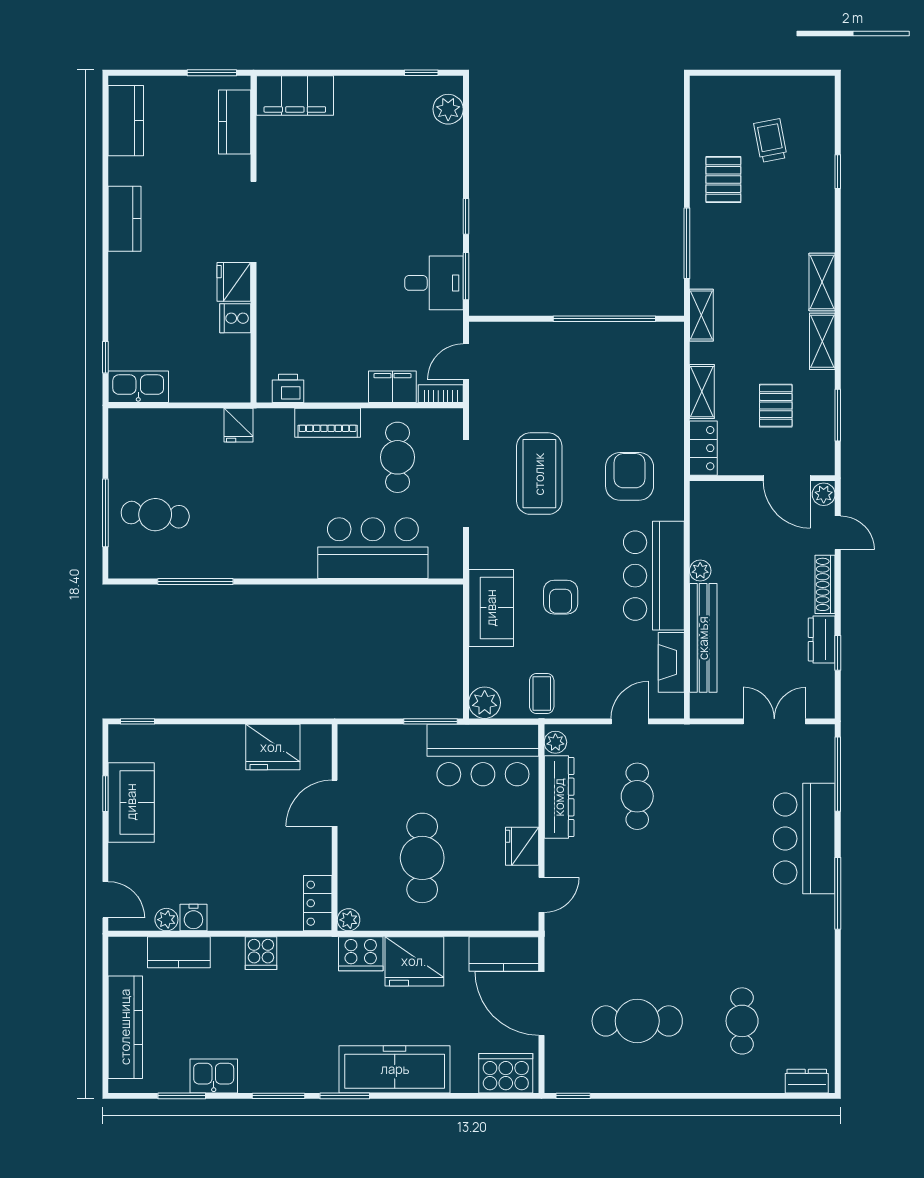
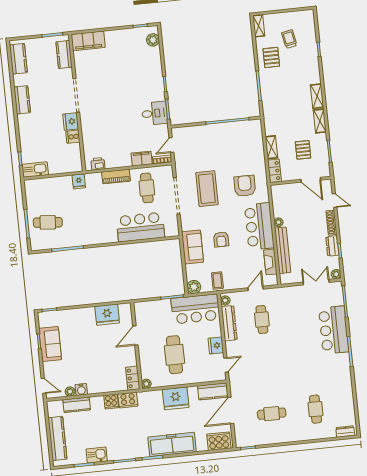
shelving: (701, 315) -> (259, 26), moved
plant: (824, 494) -> (336, 274), moved
cooker: (361, 954) -> (128, 400), moved
door: (541, 1004) -> (231, 410), hinge flipped
cafe table: (637, 1021) -> (272, 414), width x0.73, depth x0.74

